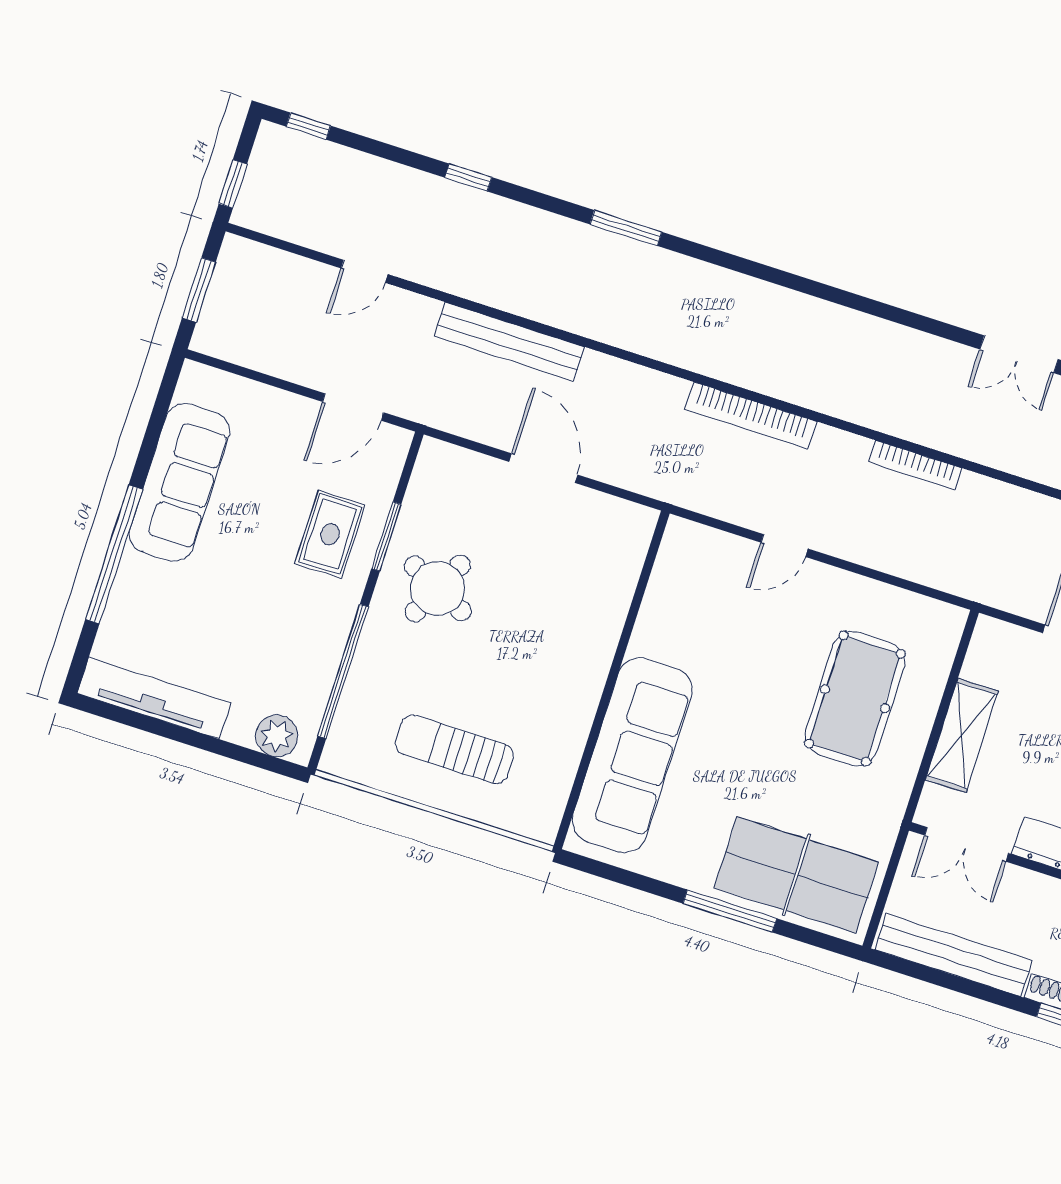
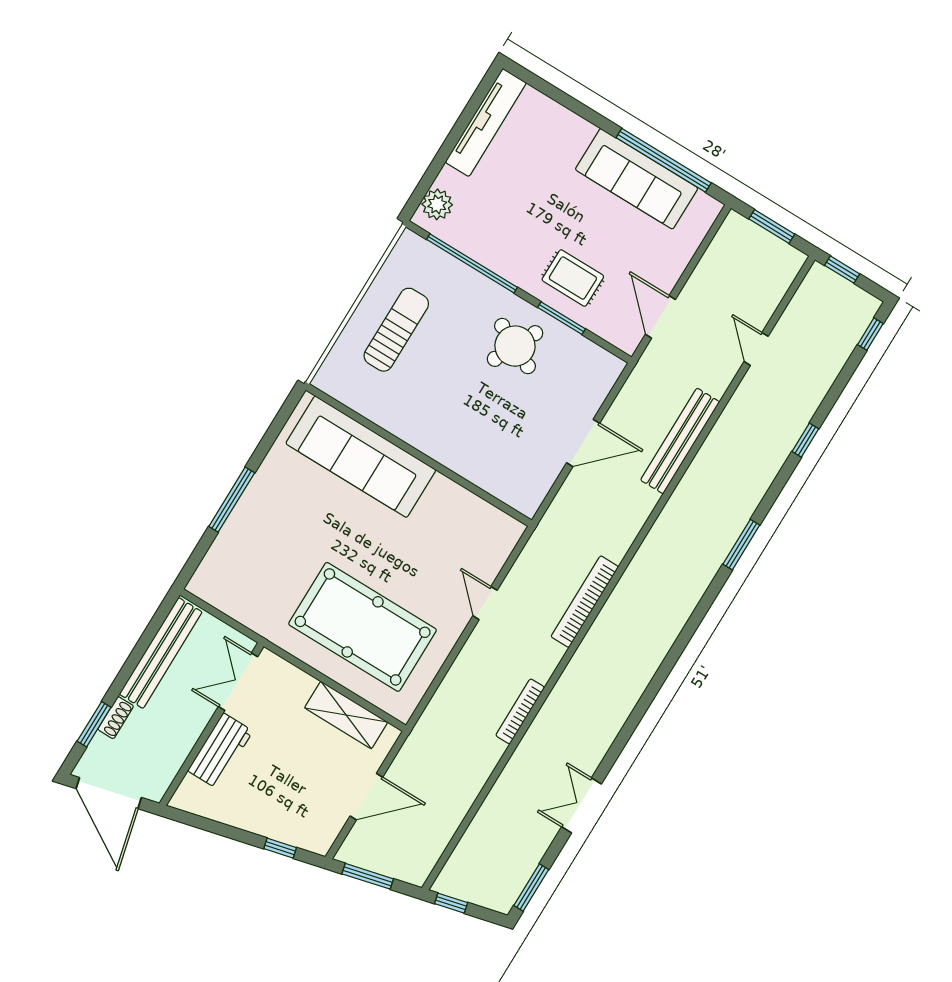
window: (114, 554) -> (664, 160), moved
pool table: (855, 699) -> (363, 627), width x1.36, depth x1.32
shelving: (962, 735) -> (346, 715), moved
table tennis table: (796, 875) -> (246, 554), removed

